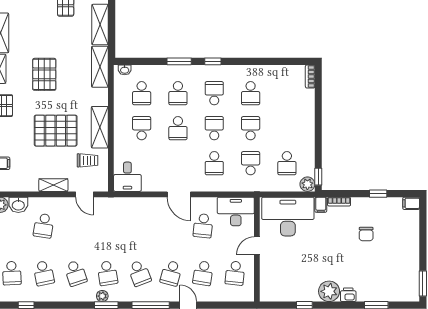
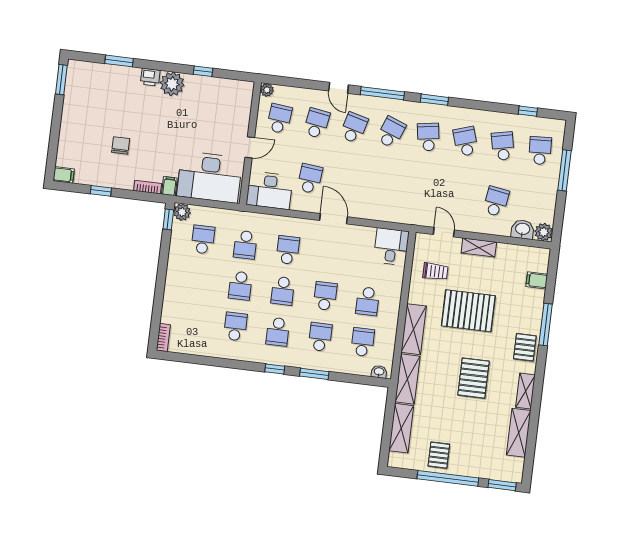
shelving: (100, 127) -> (414, 329), moved
trolley: (87, 160) -> (435, 271), turned 180
school desk: (139, 273) -> (391, 132), turned 42
plant: (102, 296) -> (267, 90), moved

